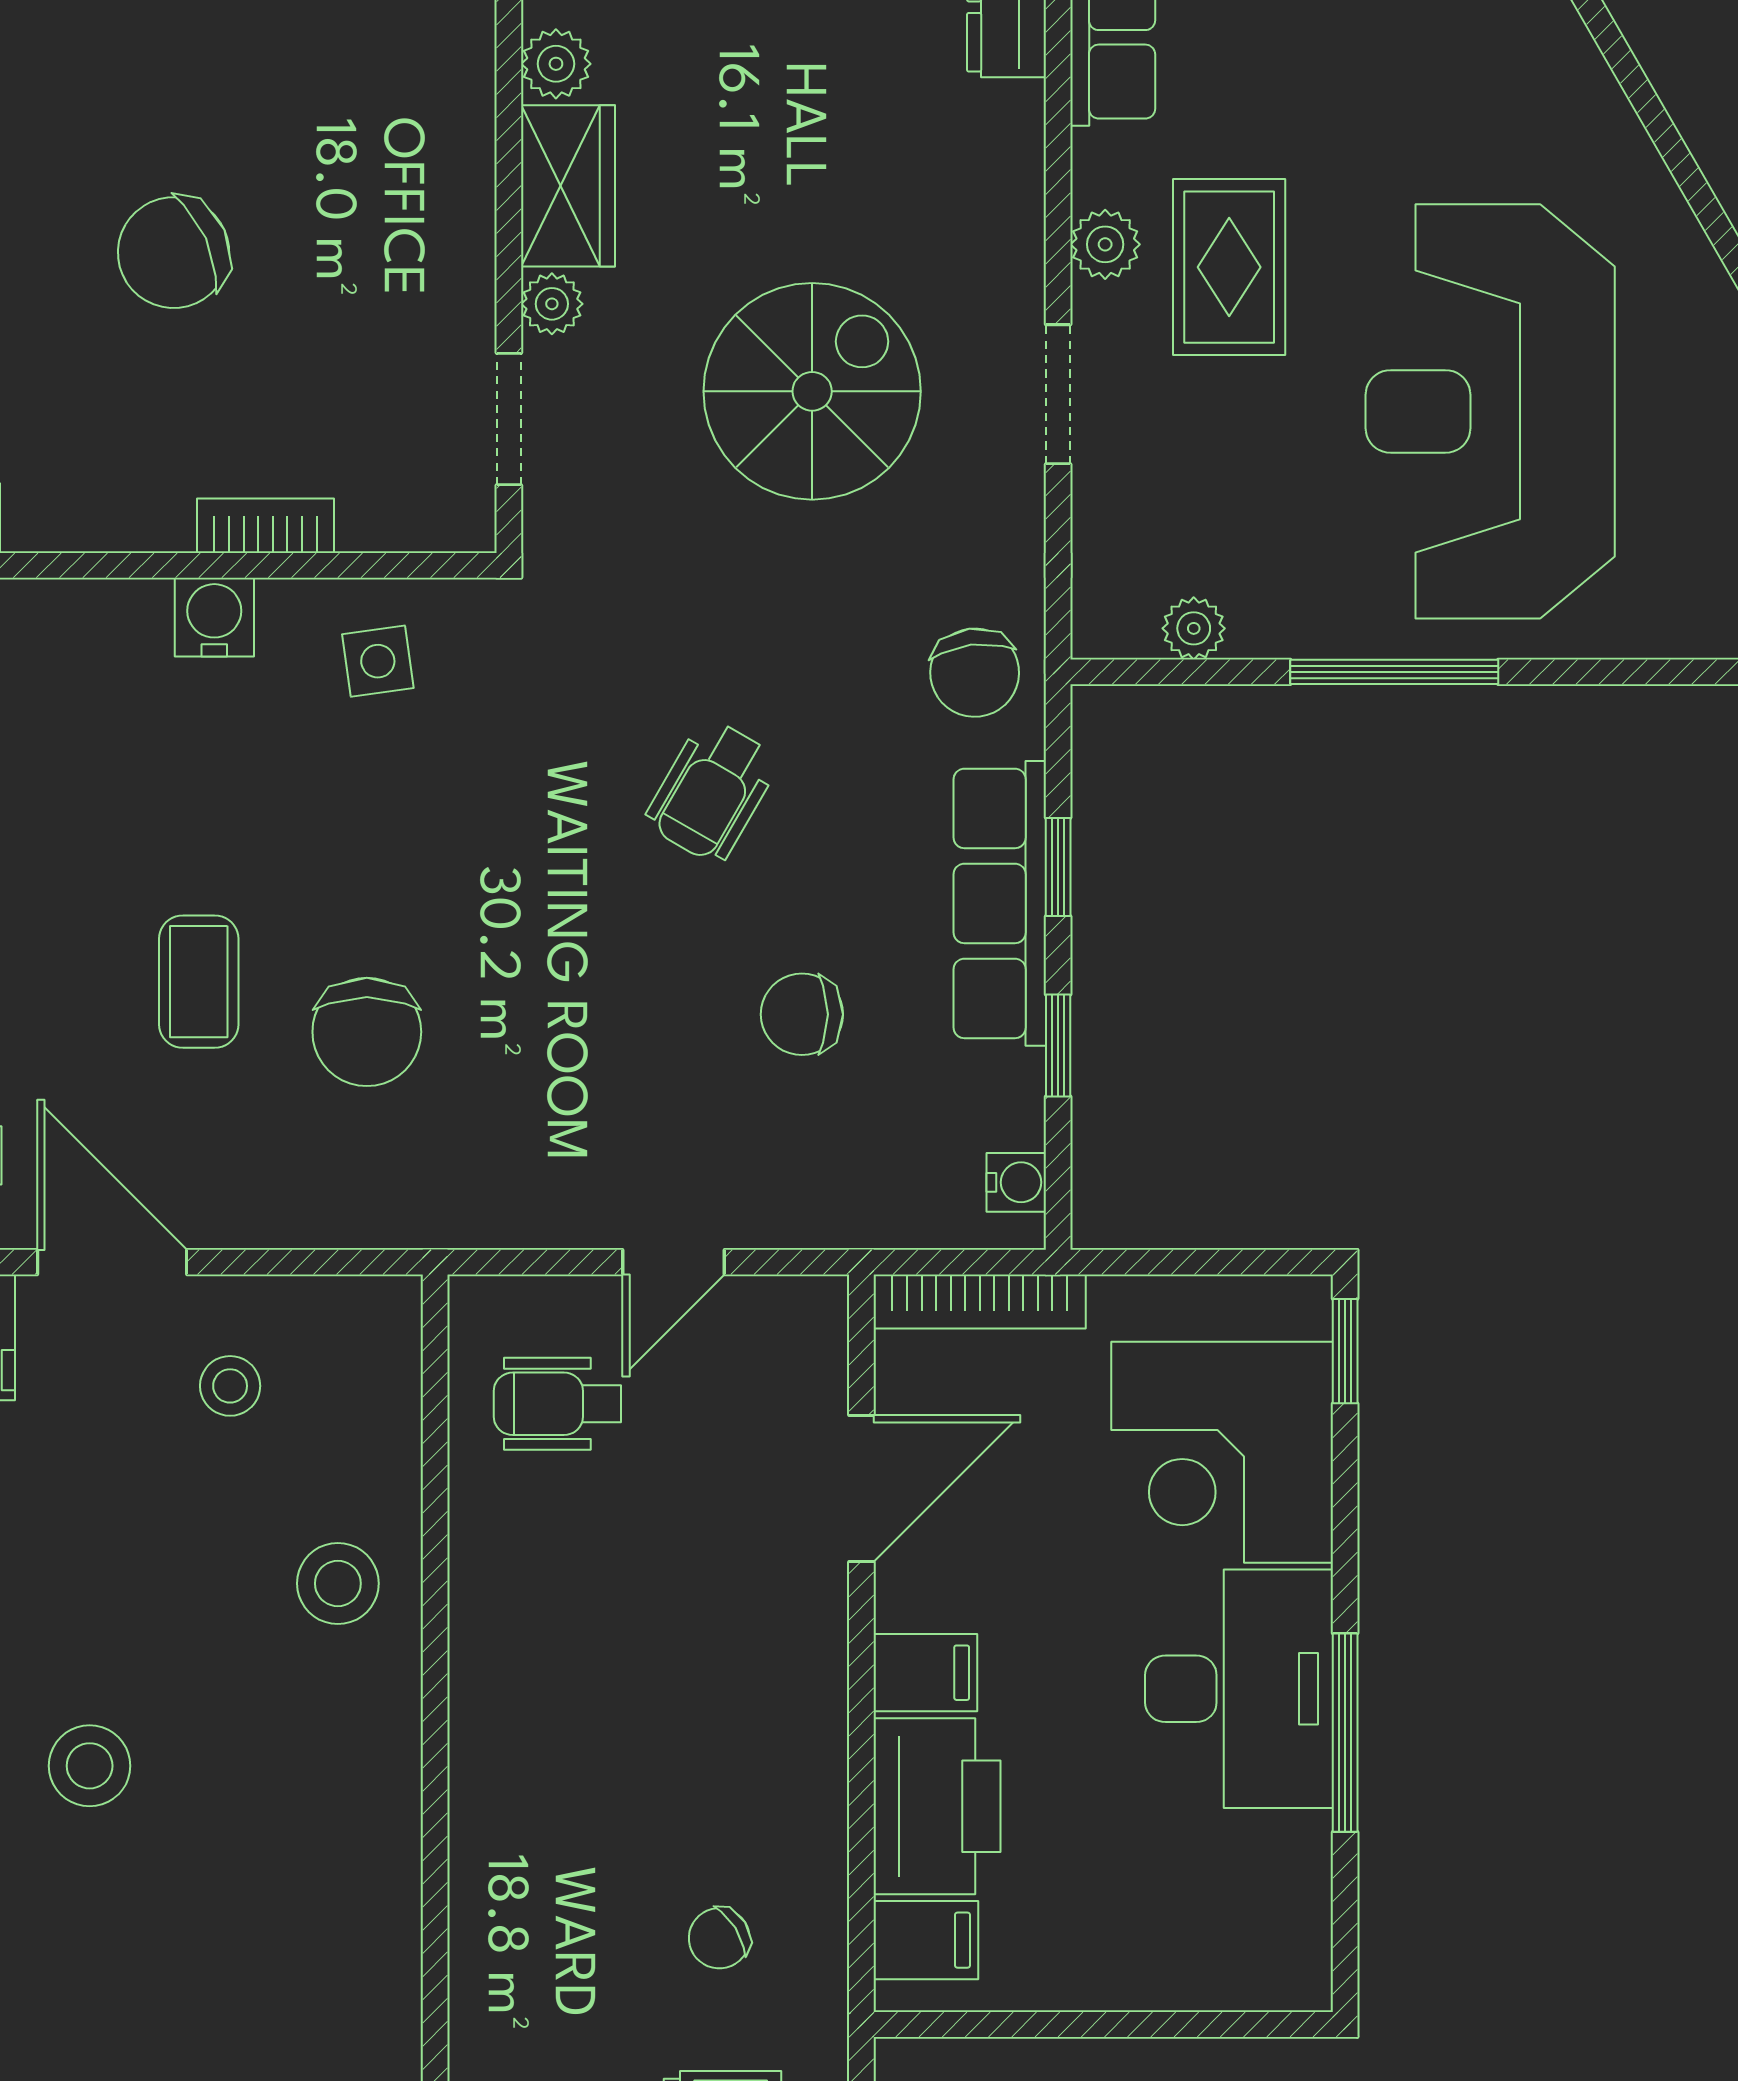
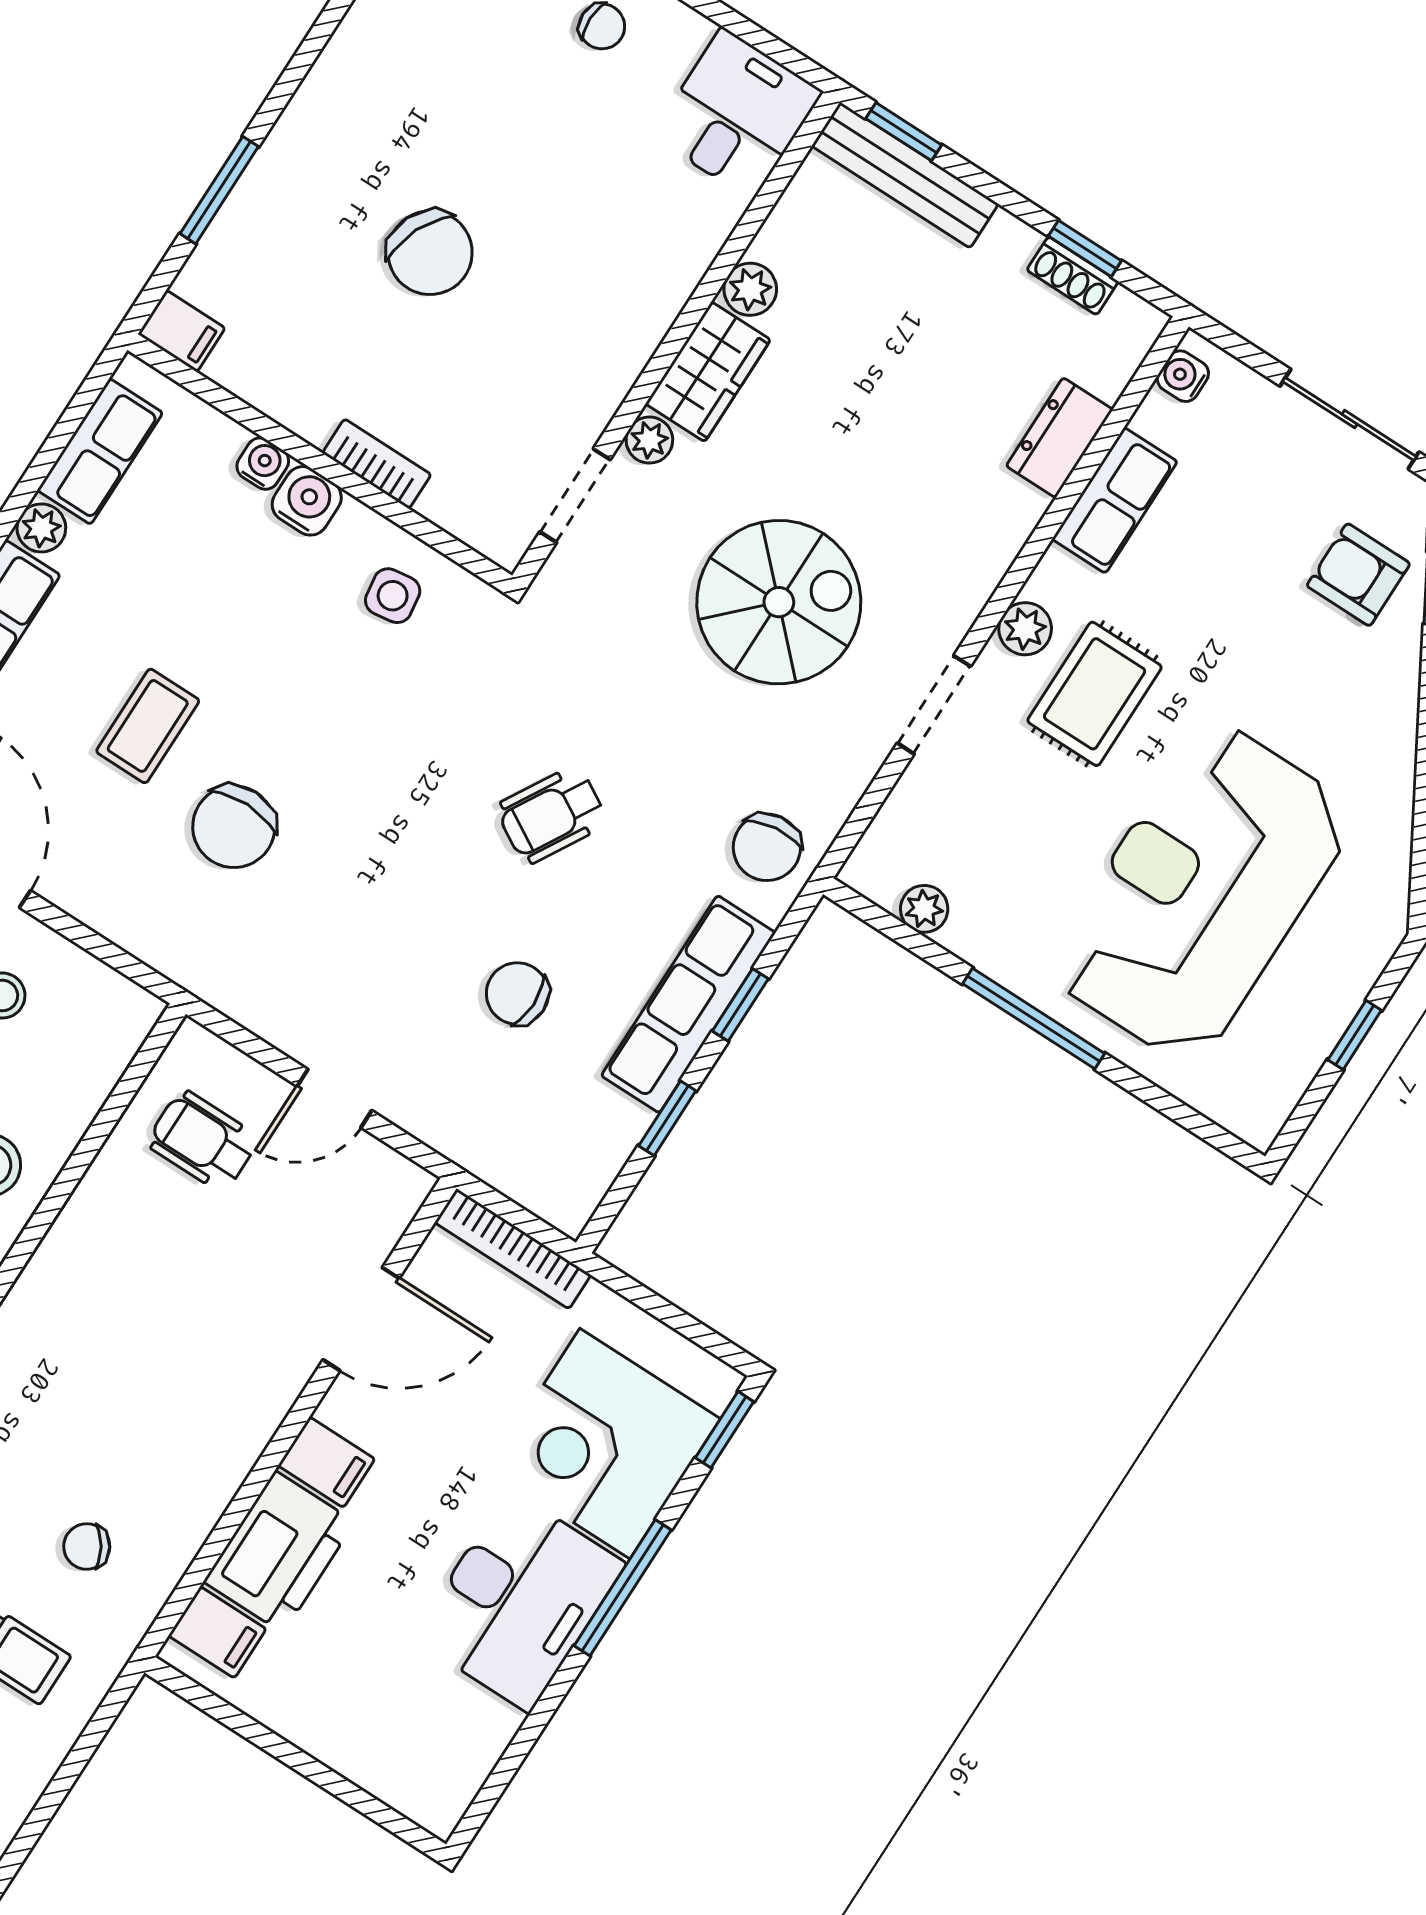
chair: (174, 253) -> (430, 253), turned -132
water cooler: (1016, 1182) -> (263, 464), moved, turned -90
window: (1345, 1733) -> (623, 1588), moved

